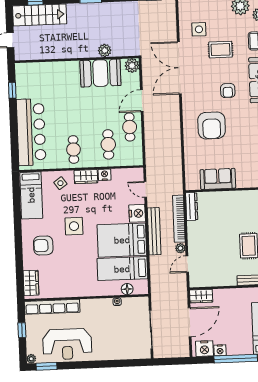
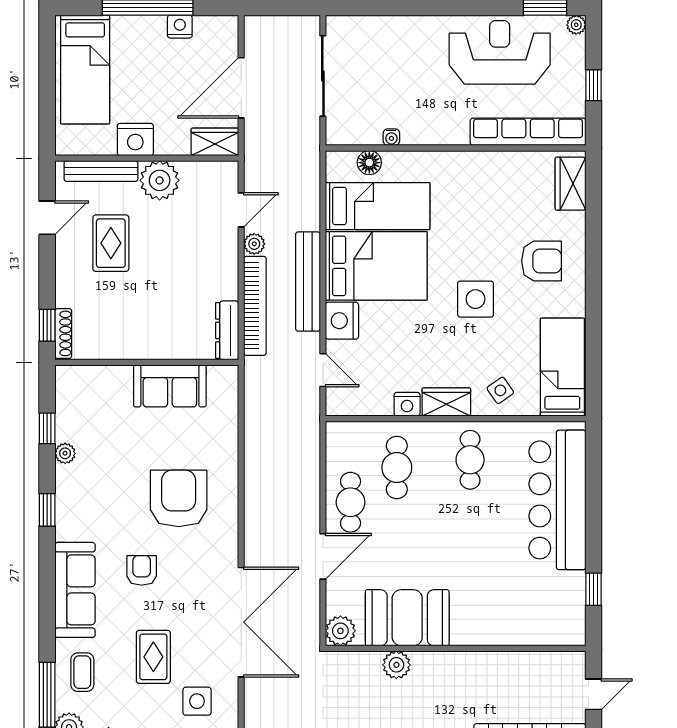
rug: (221, 50) -> (153, 657), turned 90
plant: (227, 277) -> (160, 180), added
nightstand: (204, 349) -> (135, 139), moved, turned 180

